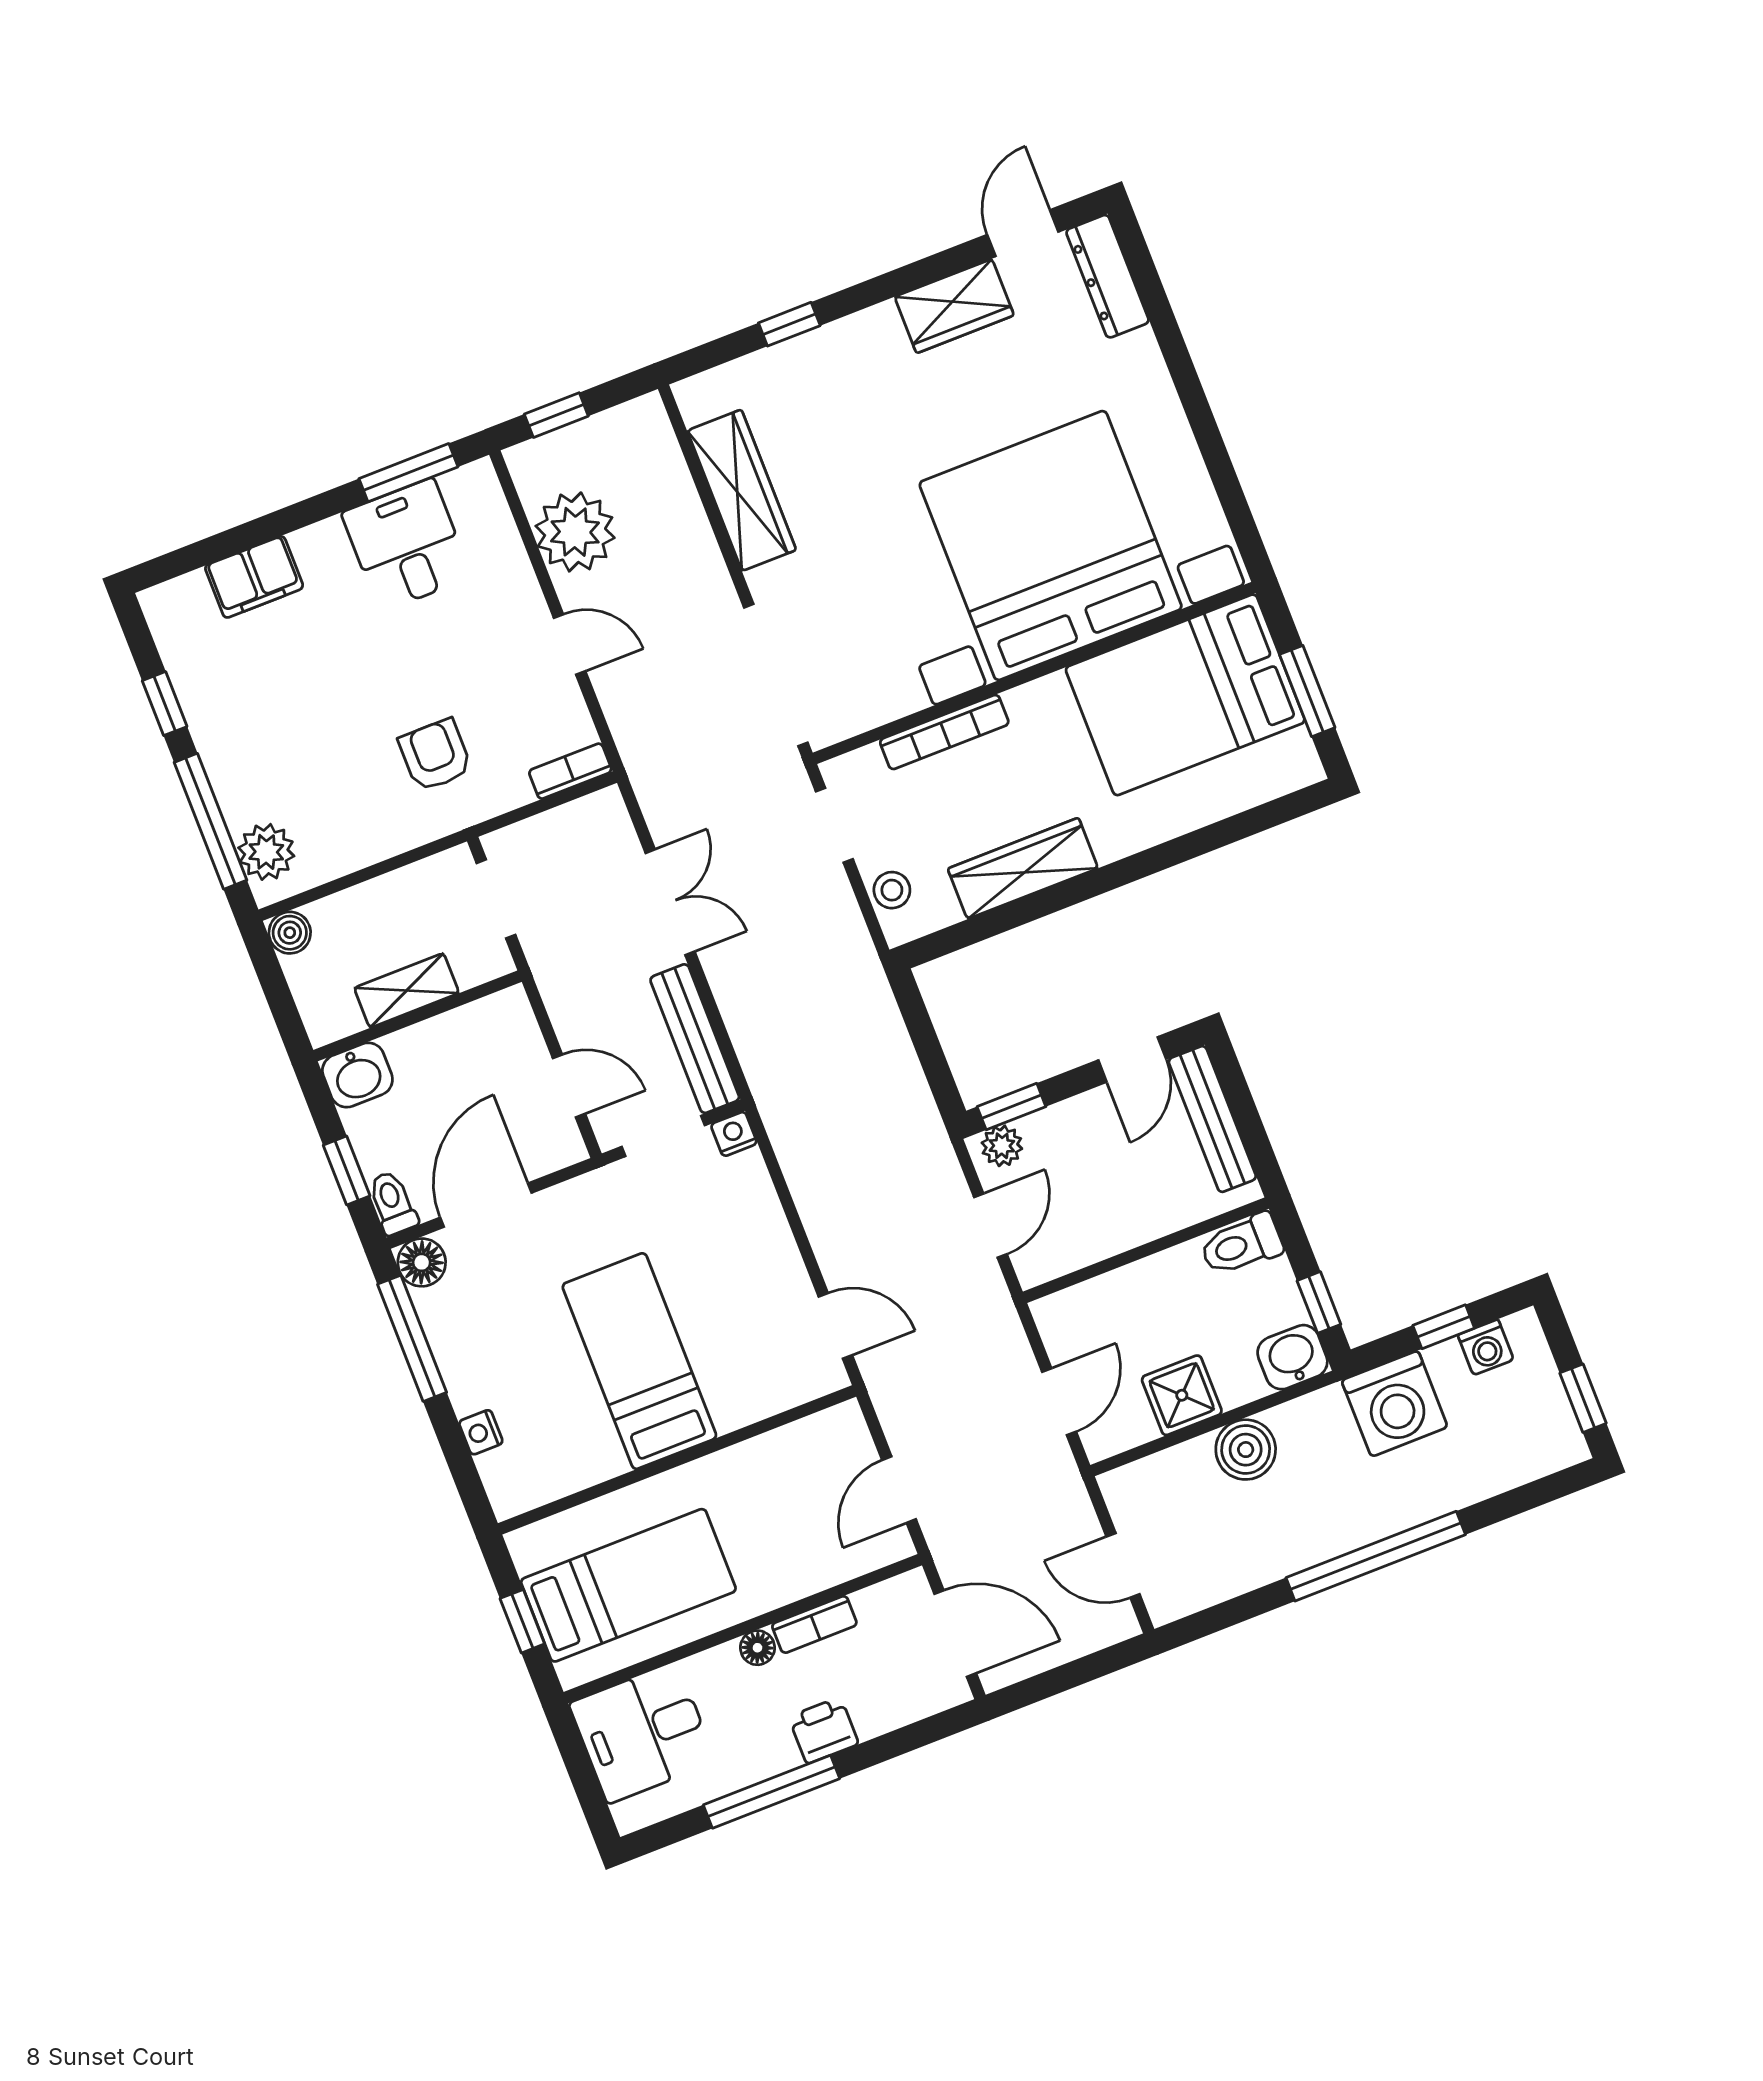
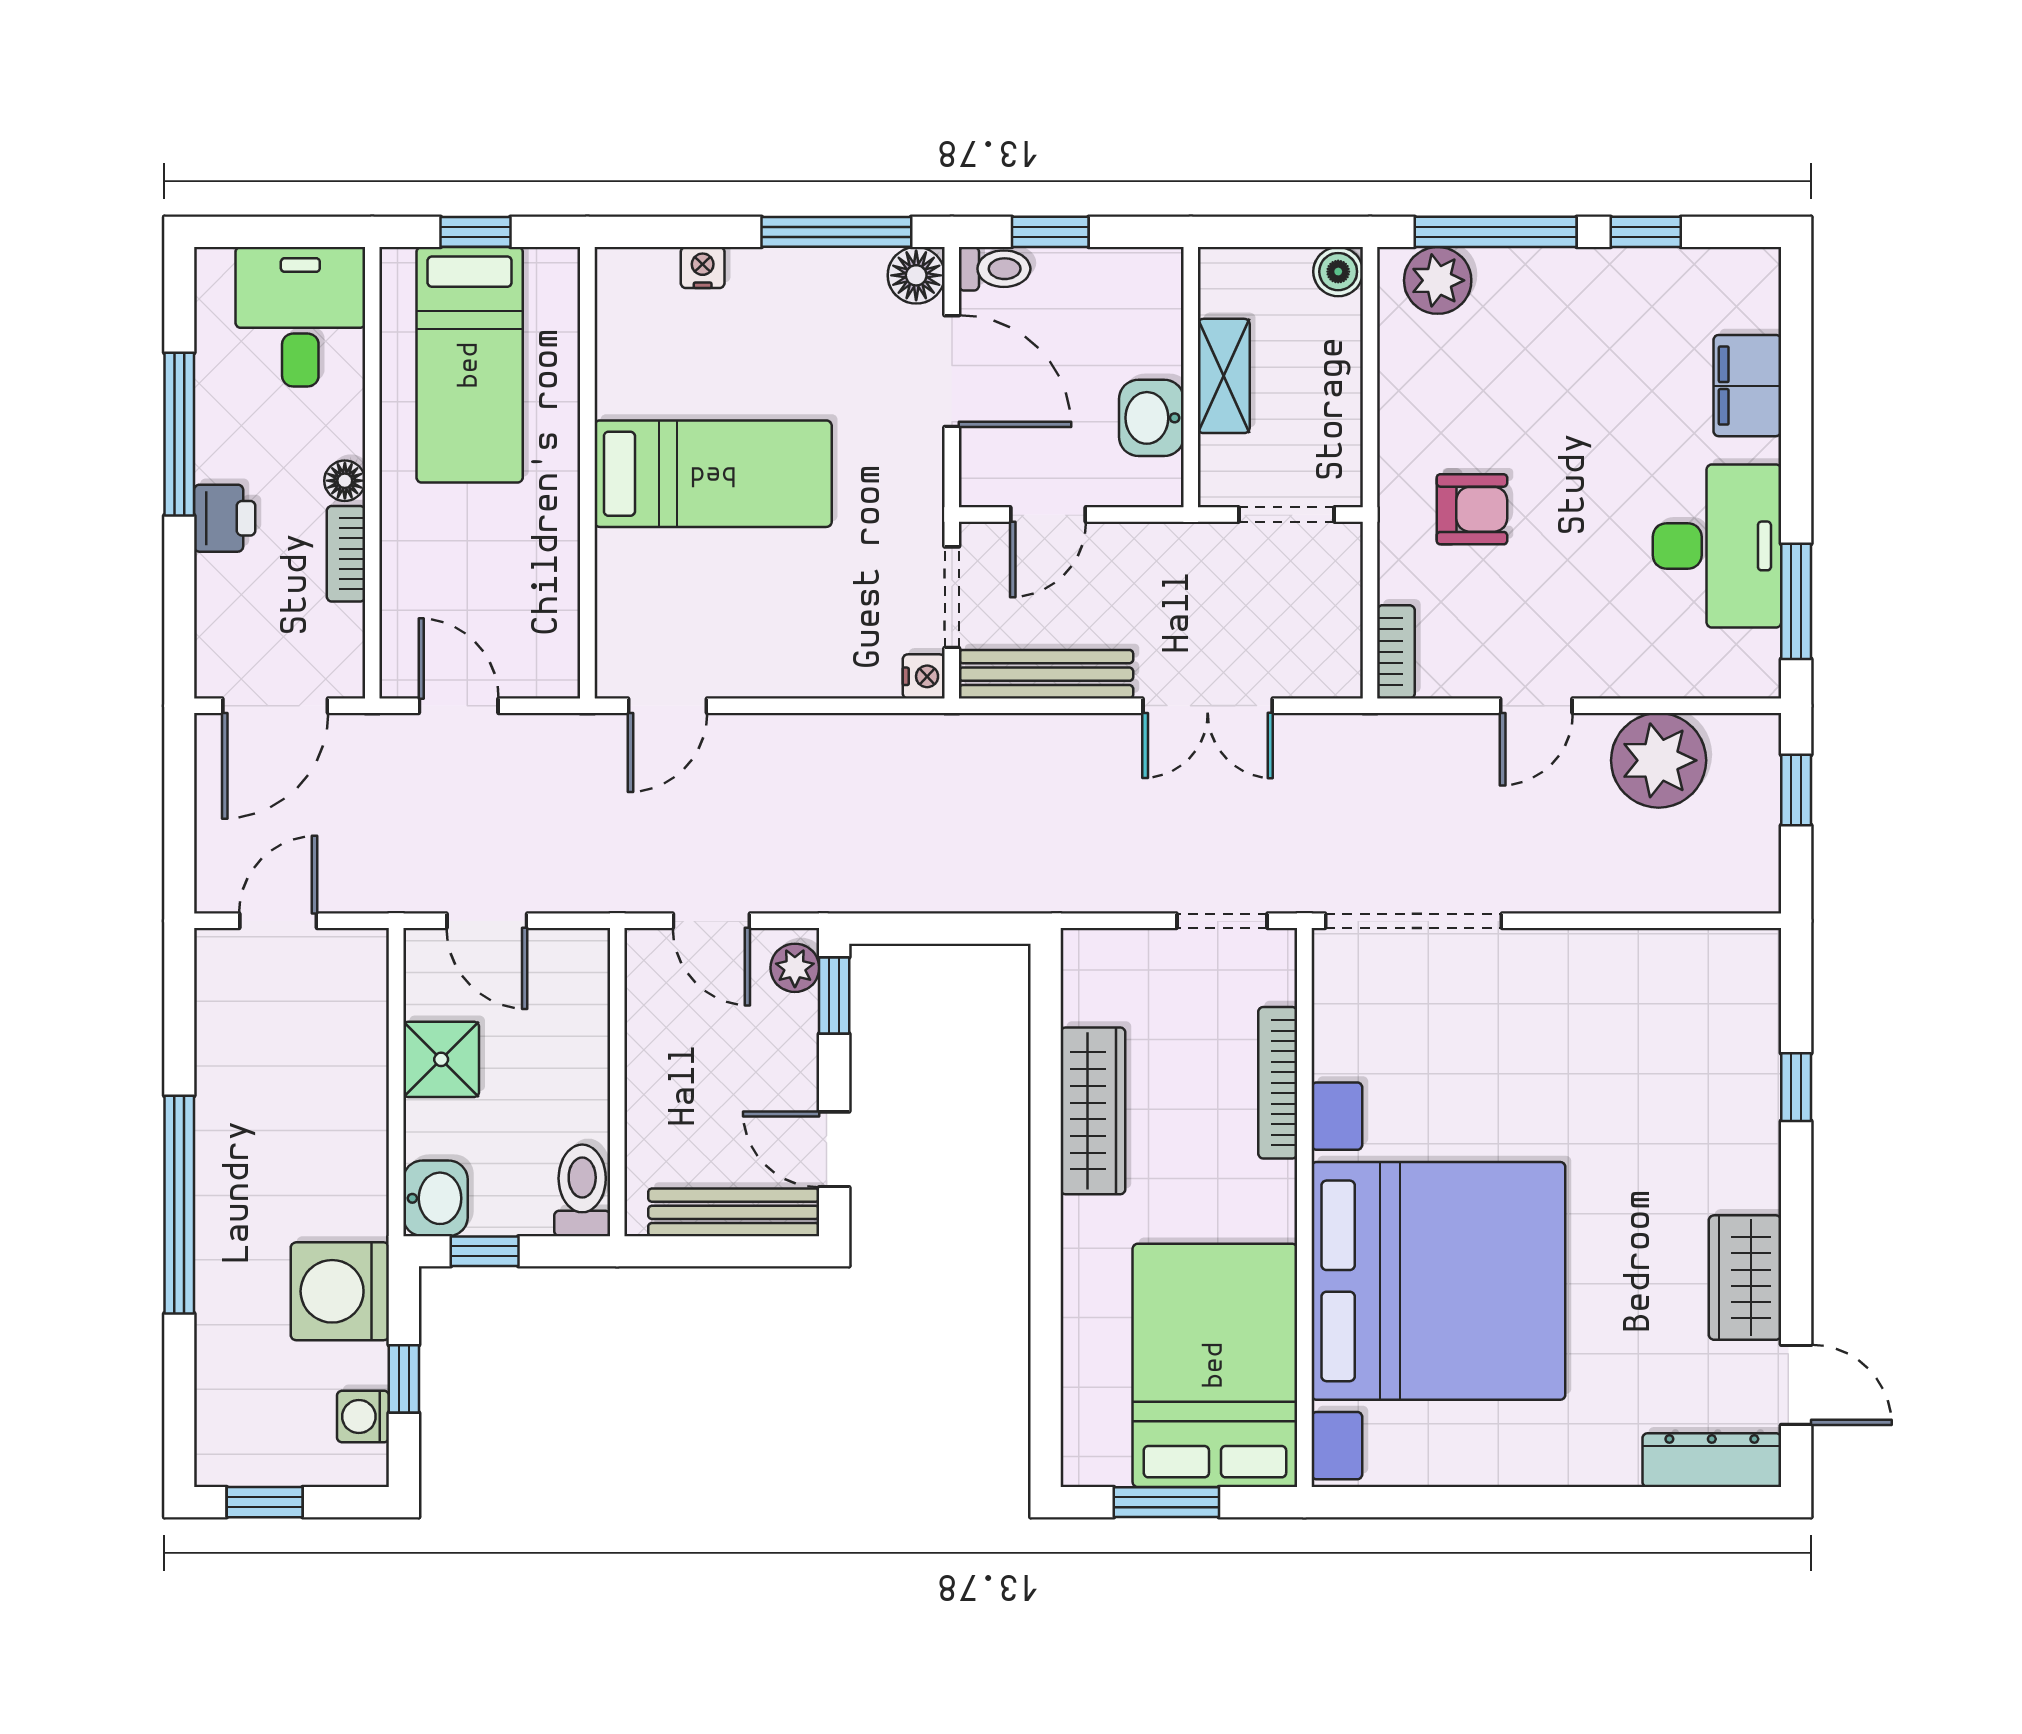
wardrobe: (742, 490) -> (1633, 963), removed
desk: (406, 545) -> (1717, 546), width x1.37
stool: (892, 890) -> (1125, 957), removed
washbasin: (357, 1075) -> (1151, 418), moved
boiler: (1246, 1450) -> (353, 1107), removed

